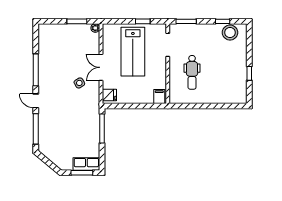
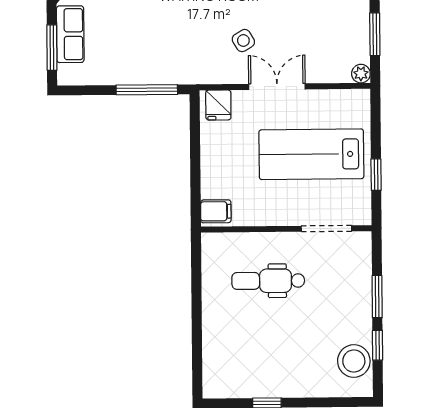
window: (186, 21) -> (377, 297), moved
row of seats: (86, 164) -> (70, 34), moved

